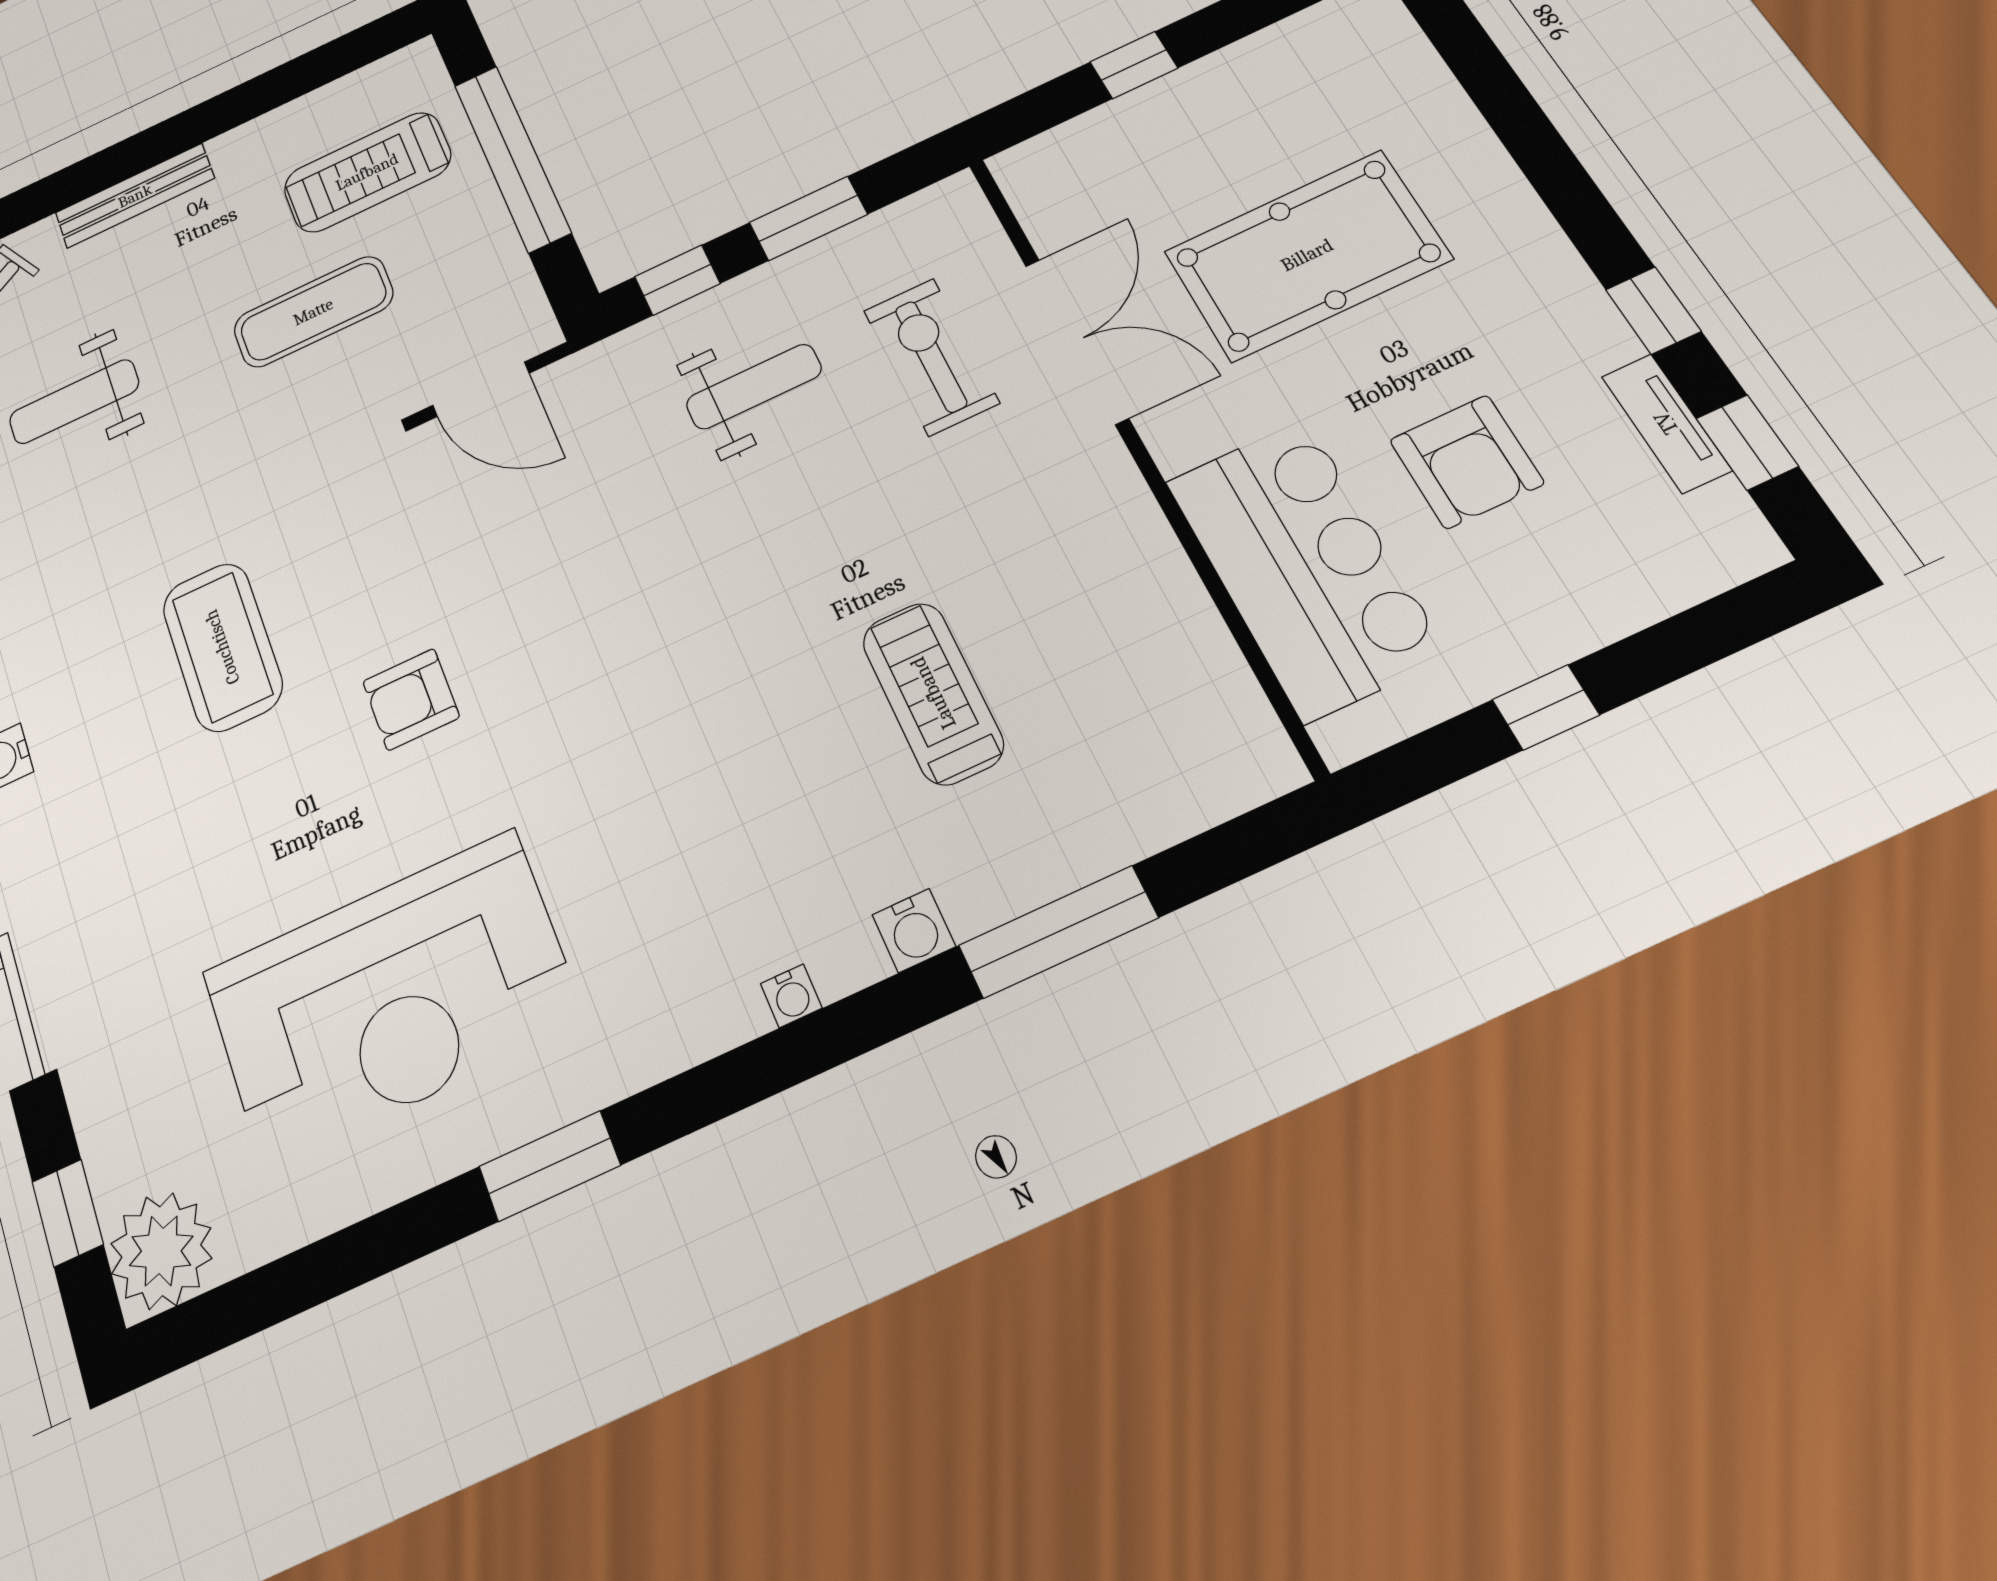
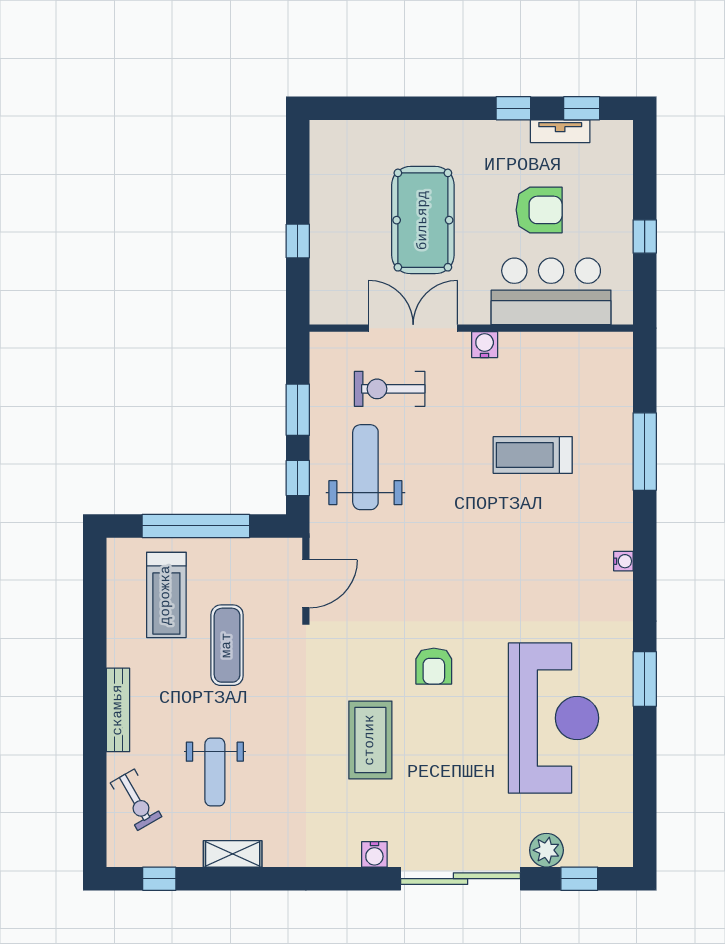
weight bench: (754, 387) -> (365, 467), width x1.36, depth x1.33
coffee table: (222, 647) -> (370, 740), turned 90
water cooler: (914, 931) -> (485, 345), moved, turned -90
plant: (161, 1251) -> (546, 850), moved, width x0.73, depth x0.73

